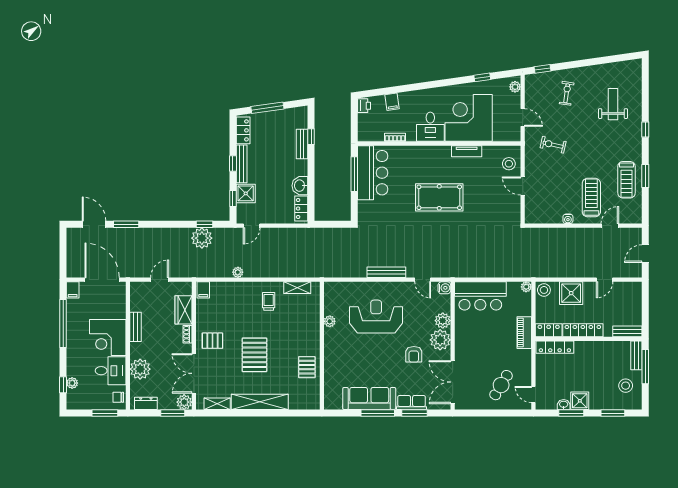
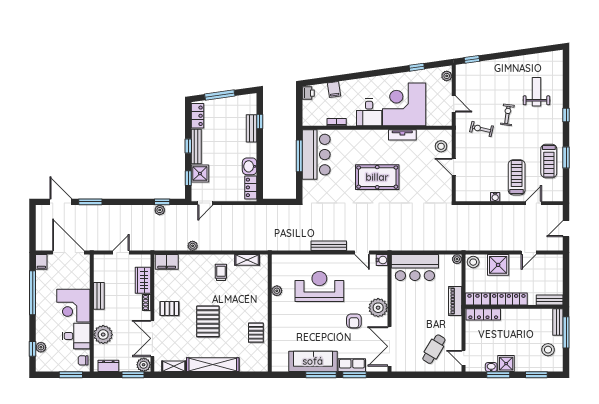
exercise bike: (567, 93) -> (507, 115), moved
plant: (202, 238) -> (160, 210), width x0.53, depth x0.53
filing cabinet: (203, 290) -> (167, 262), width x2.00
plant: (443, 321) -> (380, 290), removed

